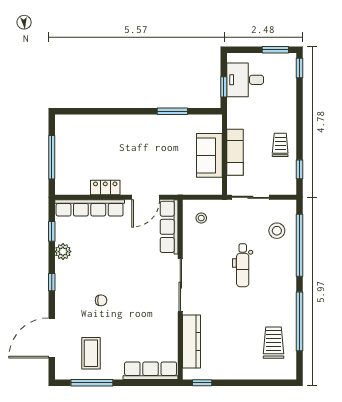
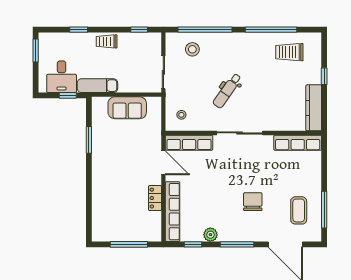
window: (299, 68) -> (79, 30), moved
trolley: (280, 145) -> (107, 41), moved
exam couch: (235, 152) -> (97, 86), moved
dental chair: (243, 265) -> (227, 91), moved, turned 125
window: (52, 282) -> (237, 244), width x2.17
chair: (101, 300) -> (253, 202), width x1.87, depth x1.87
kitchen counter: (192, 342) -> (314, 108), moved, turned -90
coffee table: (91, 353) -> (299, 210), turned 90
row of seats: (151, 371) -> (298, 143), moved, turned -90
window: (202, 383) -> (324, 76), moved

